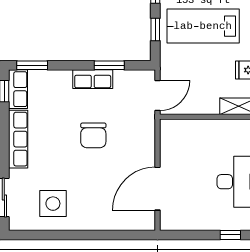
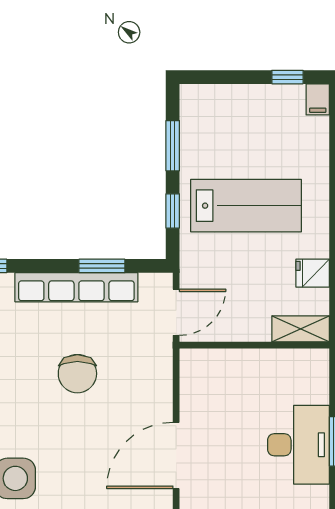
lab bench: (203, 26) -> (246, 206), turned 180
row of seats: (93, 79) -> (76, 287), width x2.02

